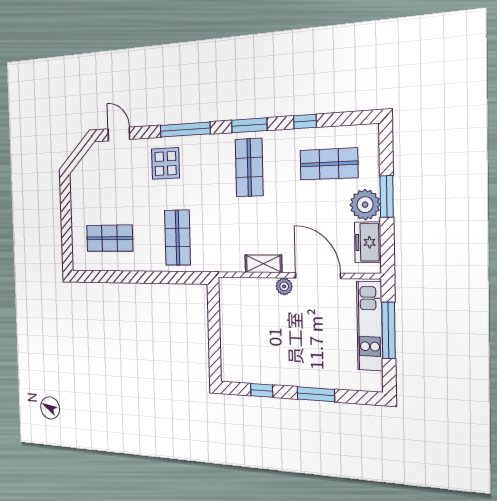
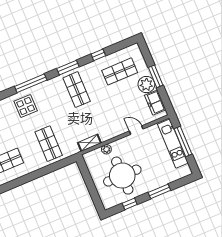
shelving: (263, 264) -> (89, 143), moved
door: (318, 276) -> (136, 130), width x0.53
plant: (284, 286) -> (106, 149), moved
round table: (267, 340) -> (122, 176), added

